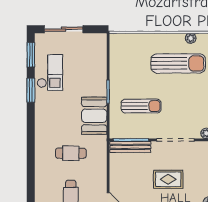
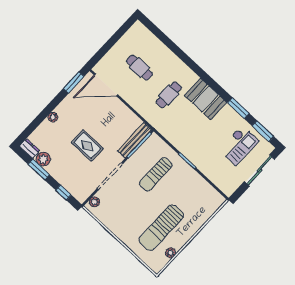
checkout: (50, 73) -> (239, 145), moved, turned -90
booth: (94, 116) -> (206, 99), moved
rug: (168, 179) -> (87, 146), turned 90

